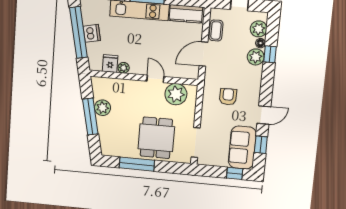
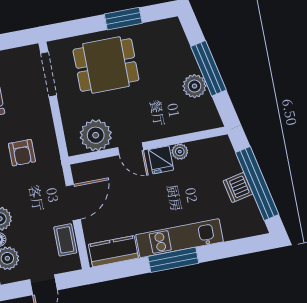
fridge: (110, 64) -> (161, 160), moved
dining table: (156, 138) -> (106, 65), turned 90
window: (137, 164) -> (123, 19), width x0.69

